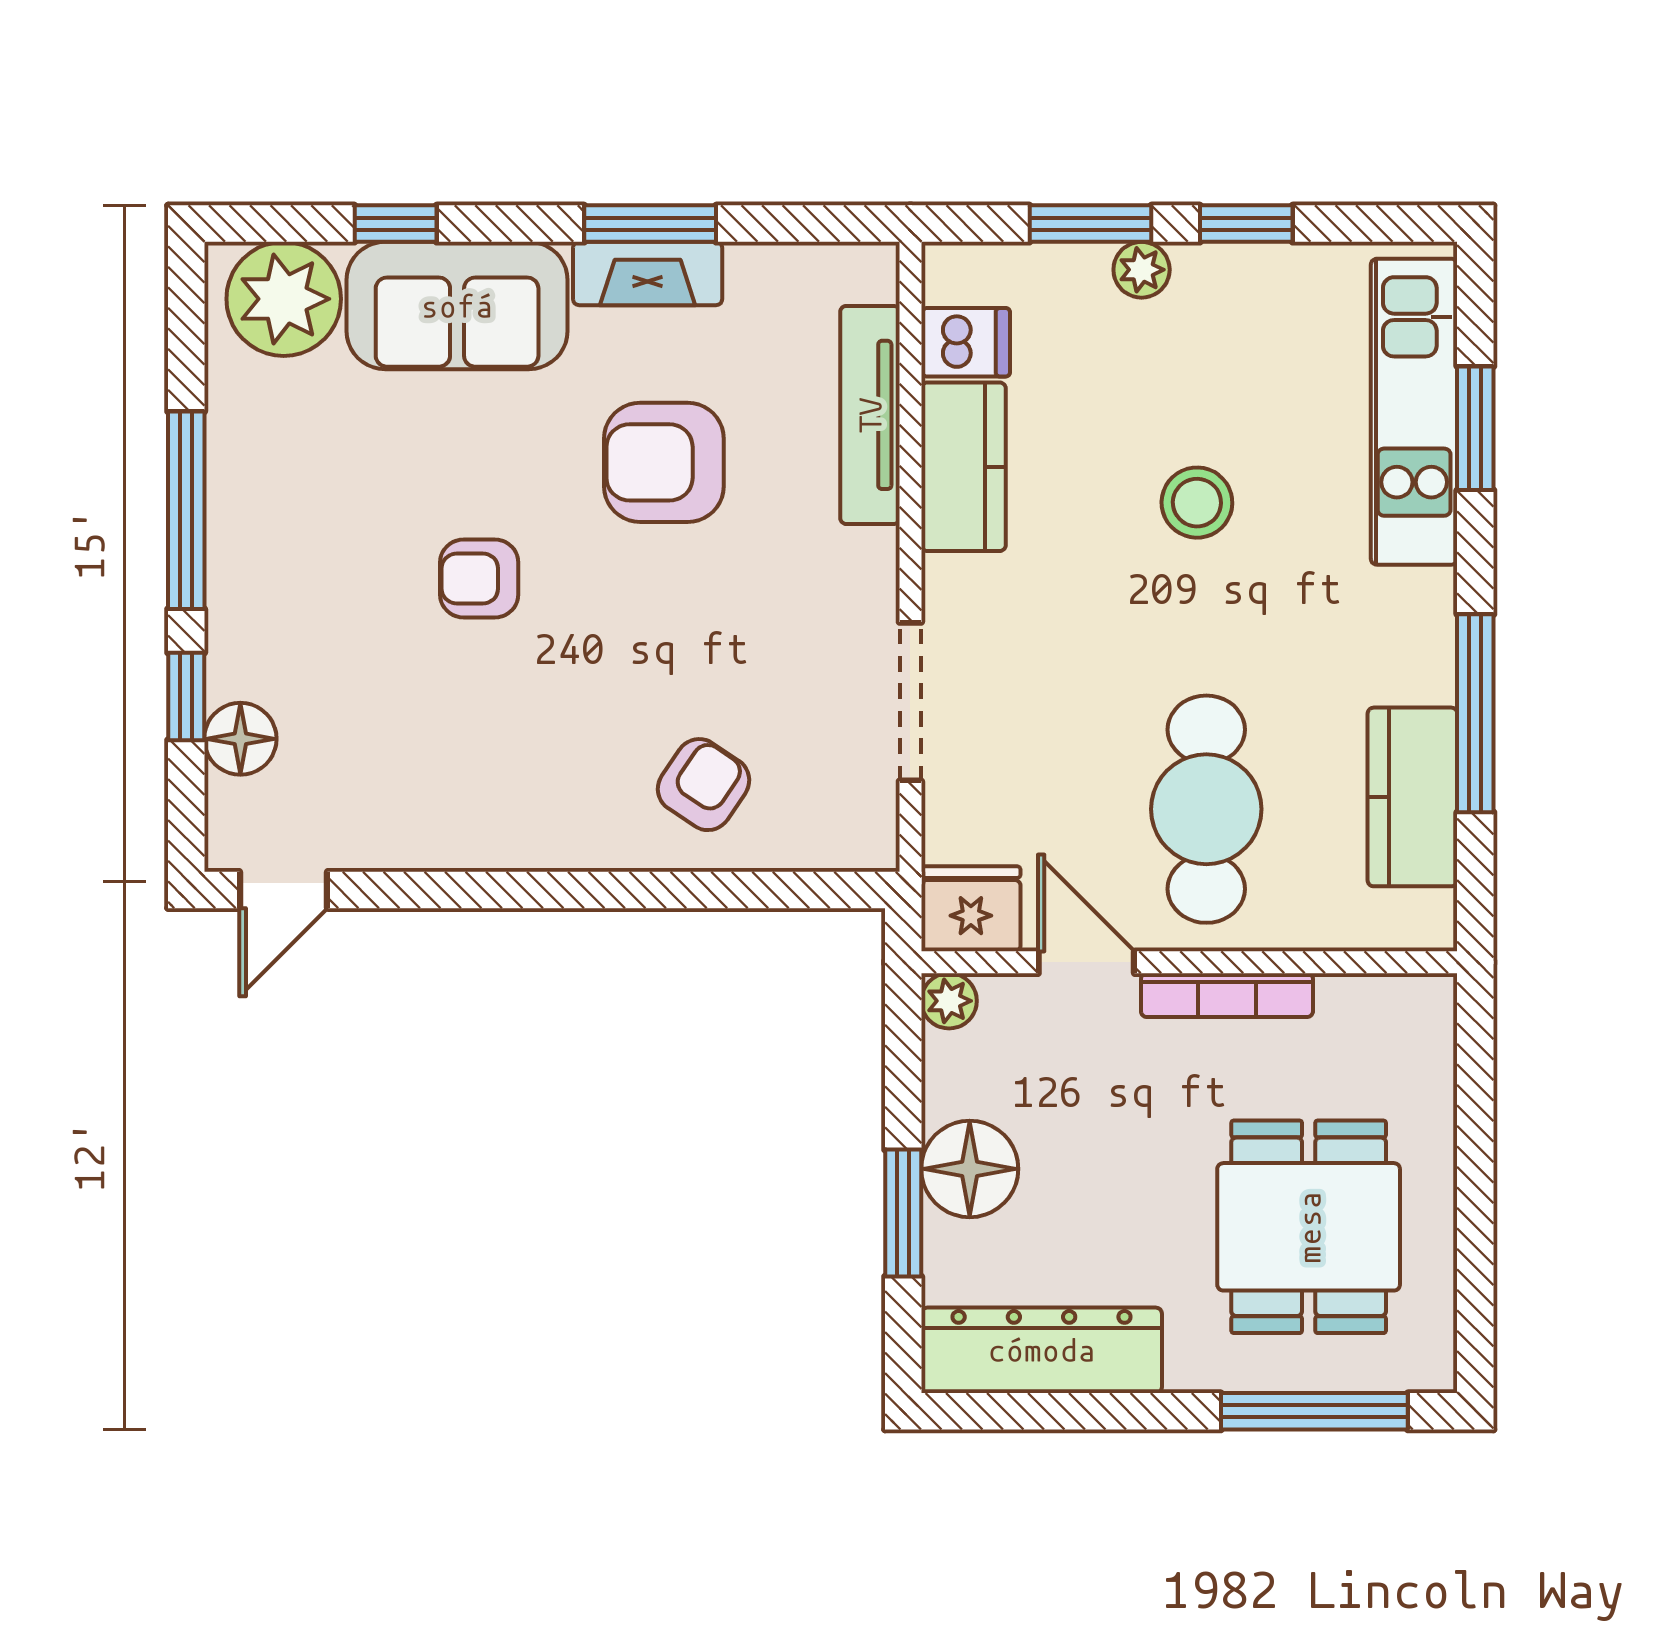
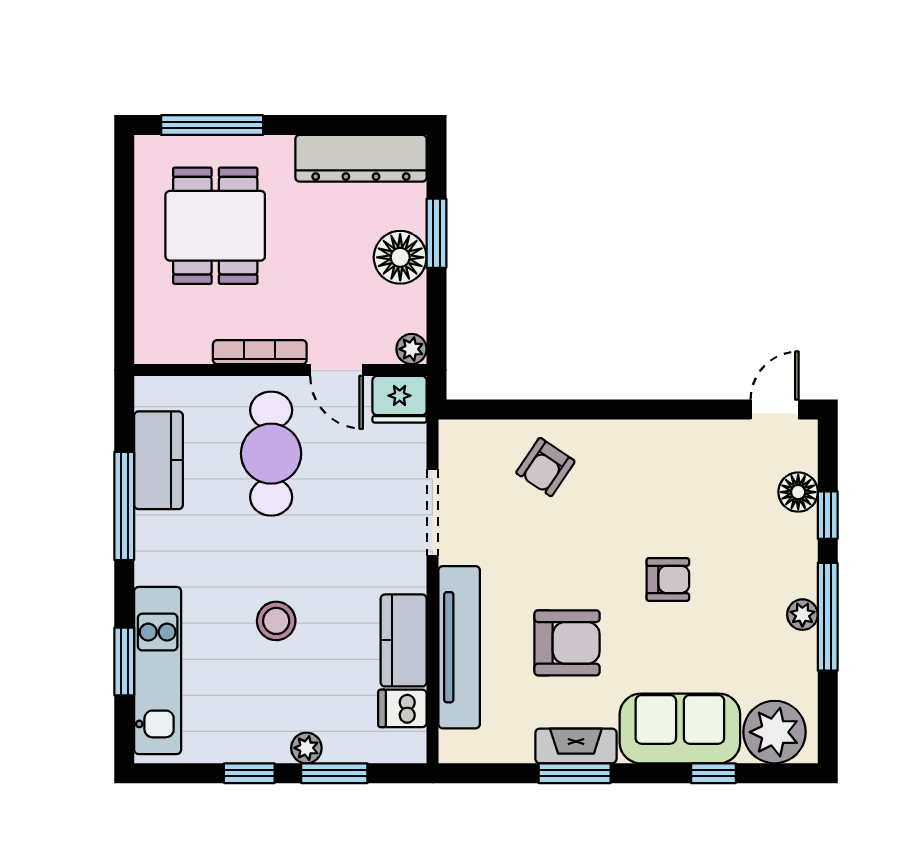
tv unit: (870, 415) -> (459, 647), width x1.36, depth x1.29
plant: (232, 514) -> (802, 615), added

